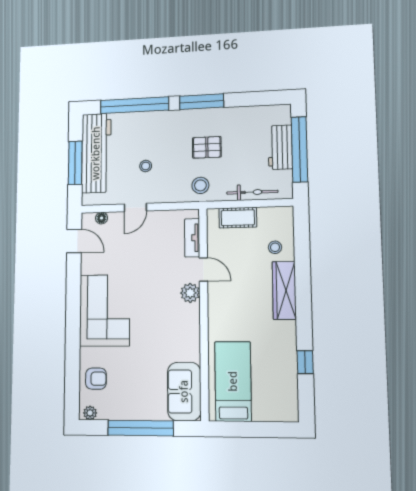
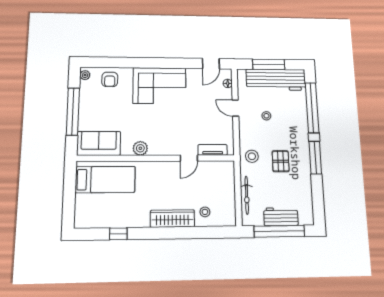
cot: (238, 218) -> (227, 184), removed
plant: (190, 293) -> (140, 148), moved

